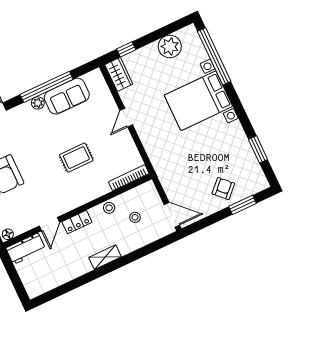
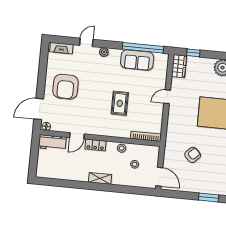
window: (47, 87) -> (143, 48), moved
plant: (38, 103) -> (104, 52), moved
rug: (76, 158) -> (120, 103), turned 90
armchair: (223, 189) -> (193, 155), moved

